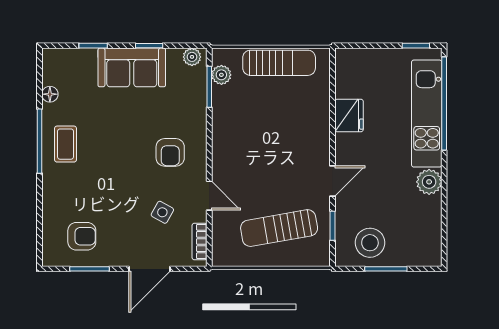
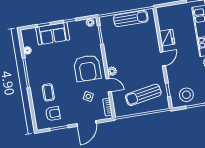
sofa: (132, 67) -> (53, 34), moved
plant: (221, 75) -> (112, 71), moved
coffee table: (65, 144) -> (48, 92), moved
armchair: (170, 152) -> (87, 68), width x1.88, depth x1.88
door: (333, 181) -> (163, 59), moved

